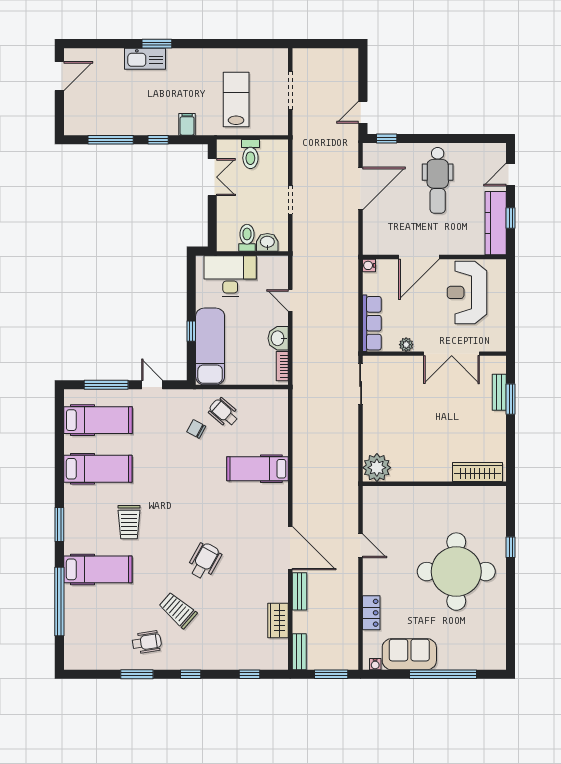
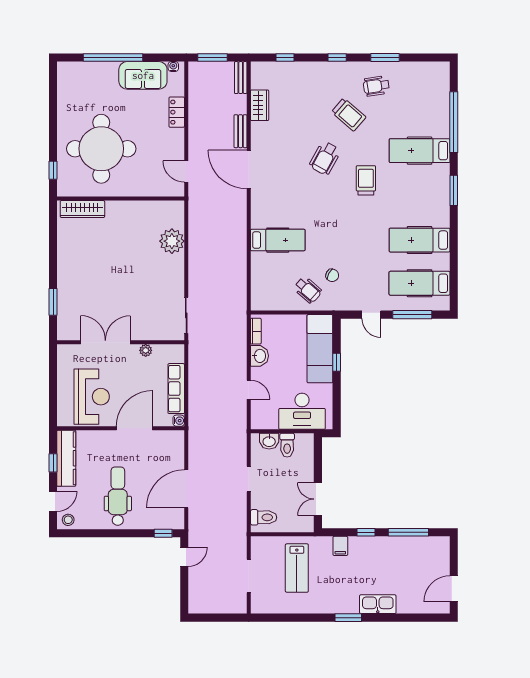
window: (157, 44) -> (348, 618), moved
toilet: (250, 154) -> (264, 517), moved, turned 90
stool: (494, 154) -> (68, 520), added
row of seats: (372, 323) -> (176, 389), moved
bench: (499, 392) -> (63, 308), removed
wardrobe: (477, 472) -> (82, 209), moved
wall: (434, 484) -> (121, 199), moved
trolley: (129, 522) -> (366, 180), moved

